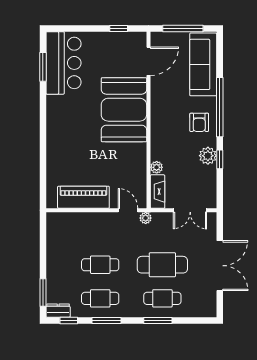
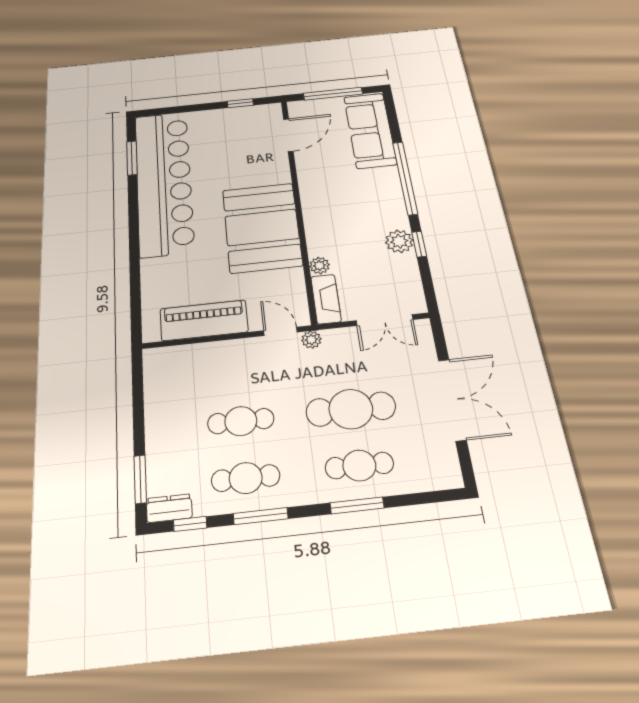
bar counter: (63, 63) -> (164, 182), width x1.86
booth: (124, 110) -> (262, 227), moved
armchair: (199, 122) -> (377, 200), removed

